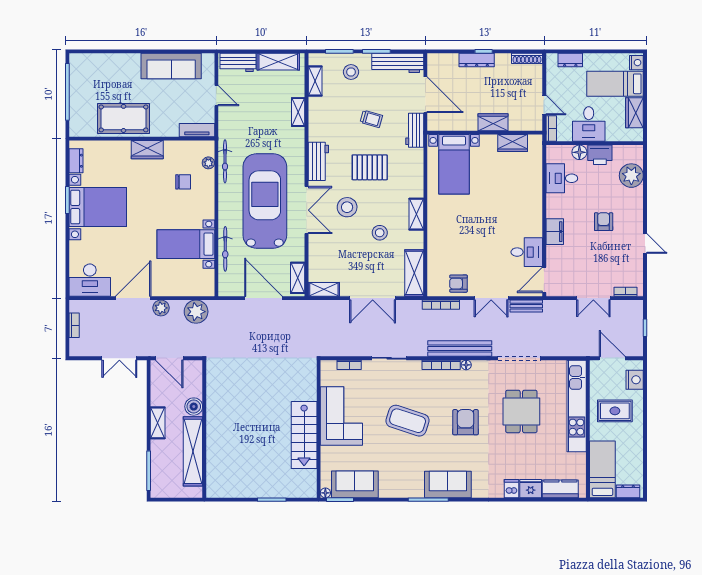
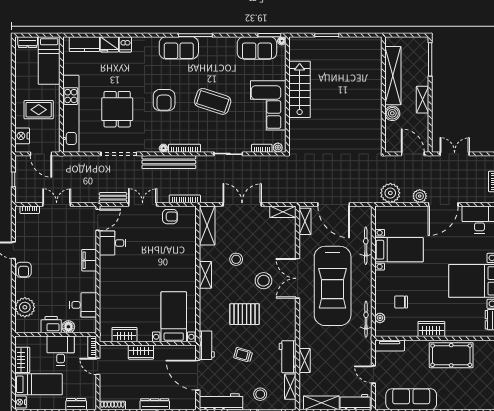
workbench: (318, 161) -> (288, 357), moved
armchair: (604, 222) -> (24, 270), moved
plant: (330, 366) -> (278, 148), added

